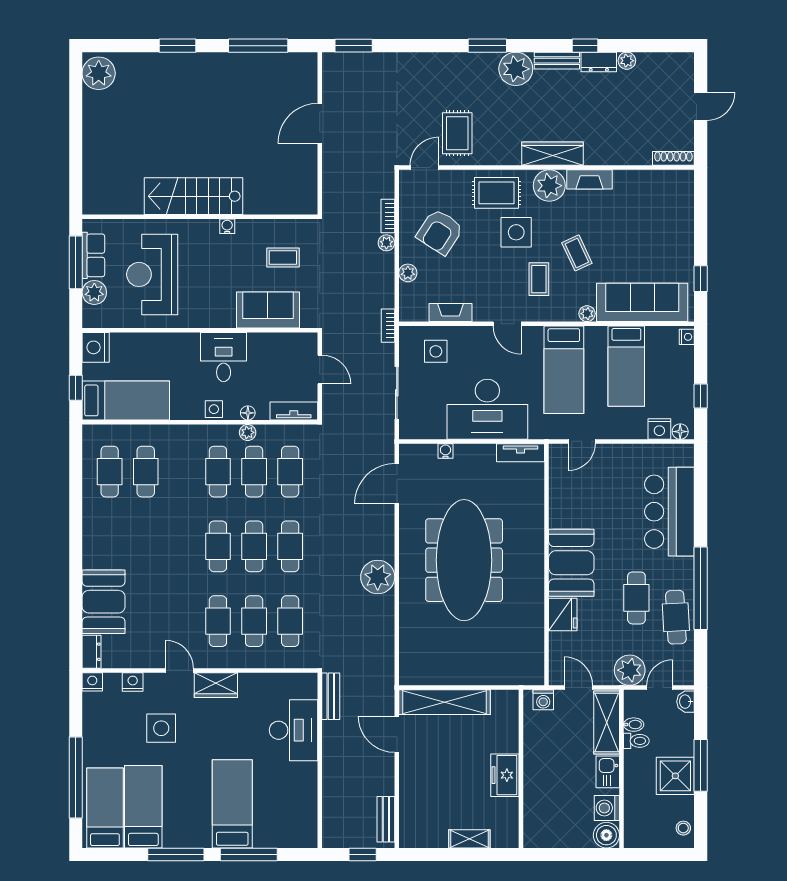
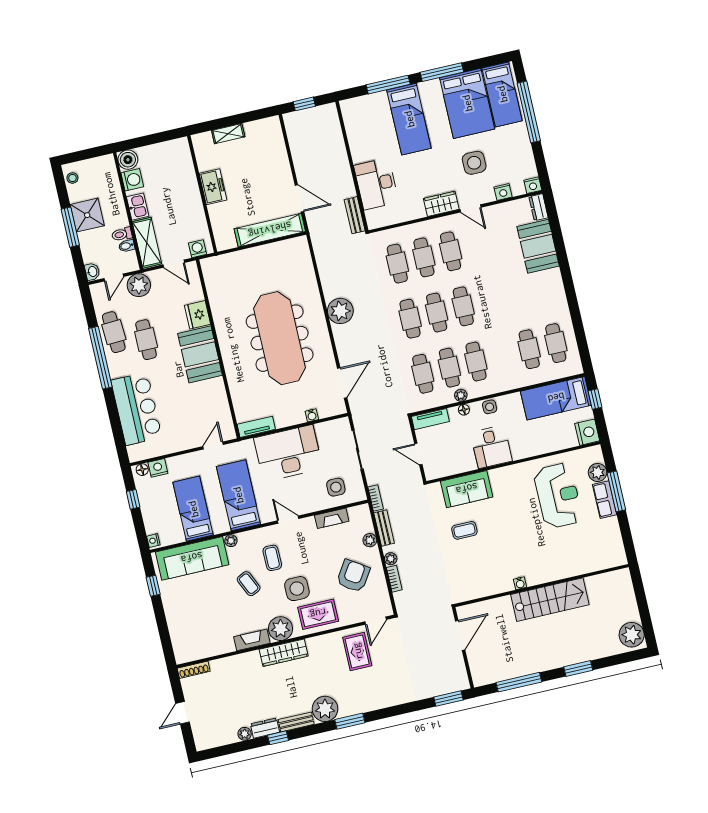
stairs: (193, 196) -> (550, 600), moved
wall: (200, 217) -> (542, 586), moved
water cooler: (227, 226) -> (520, 583), moved
bed: (143, 807) -> (467, 103), width x1.50
bench: (386, 819) -> (384, 528), moved

